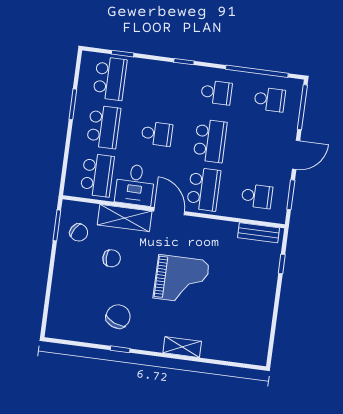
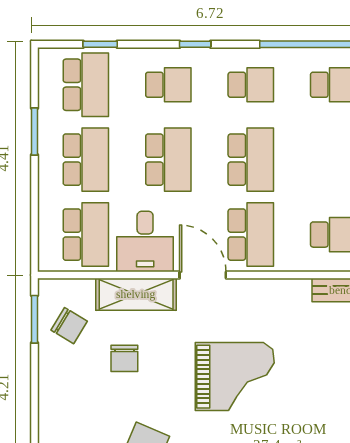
school desk: (163, 85) -> (168, 85), added
school desk: (157, 134) -> (168, 160), width x1.85
chair: (112, 258) -> (124, 358), turned 90

